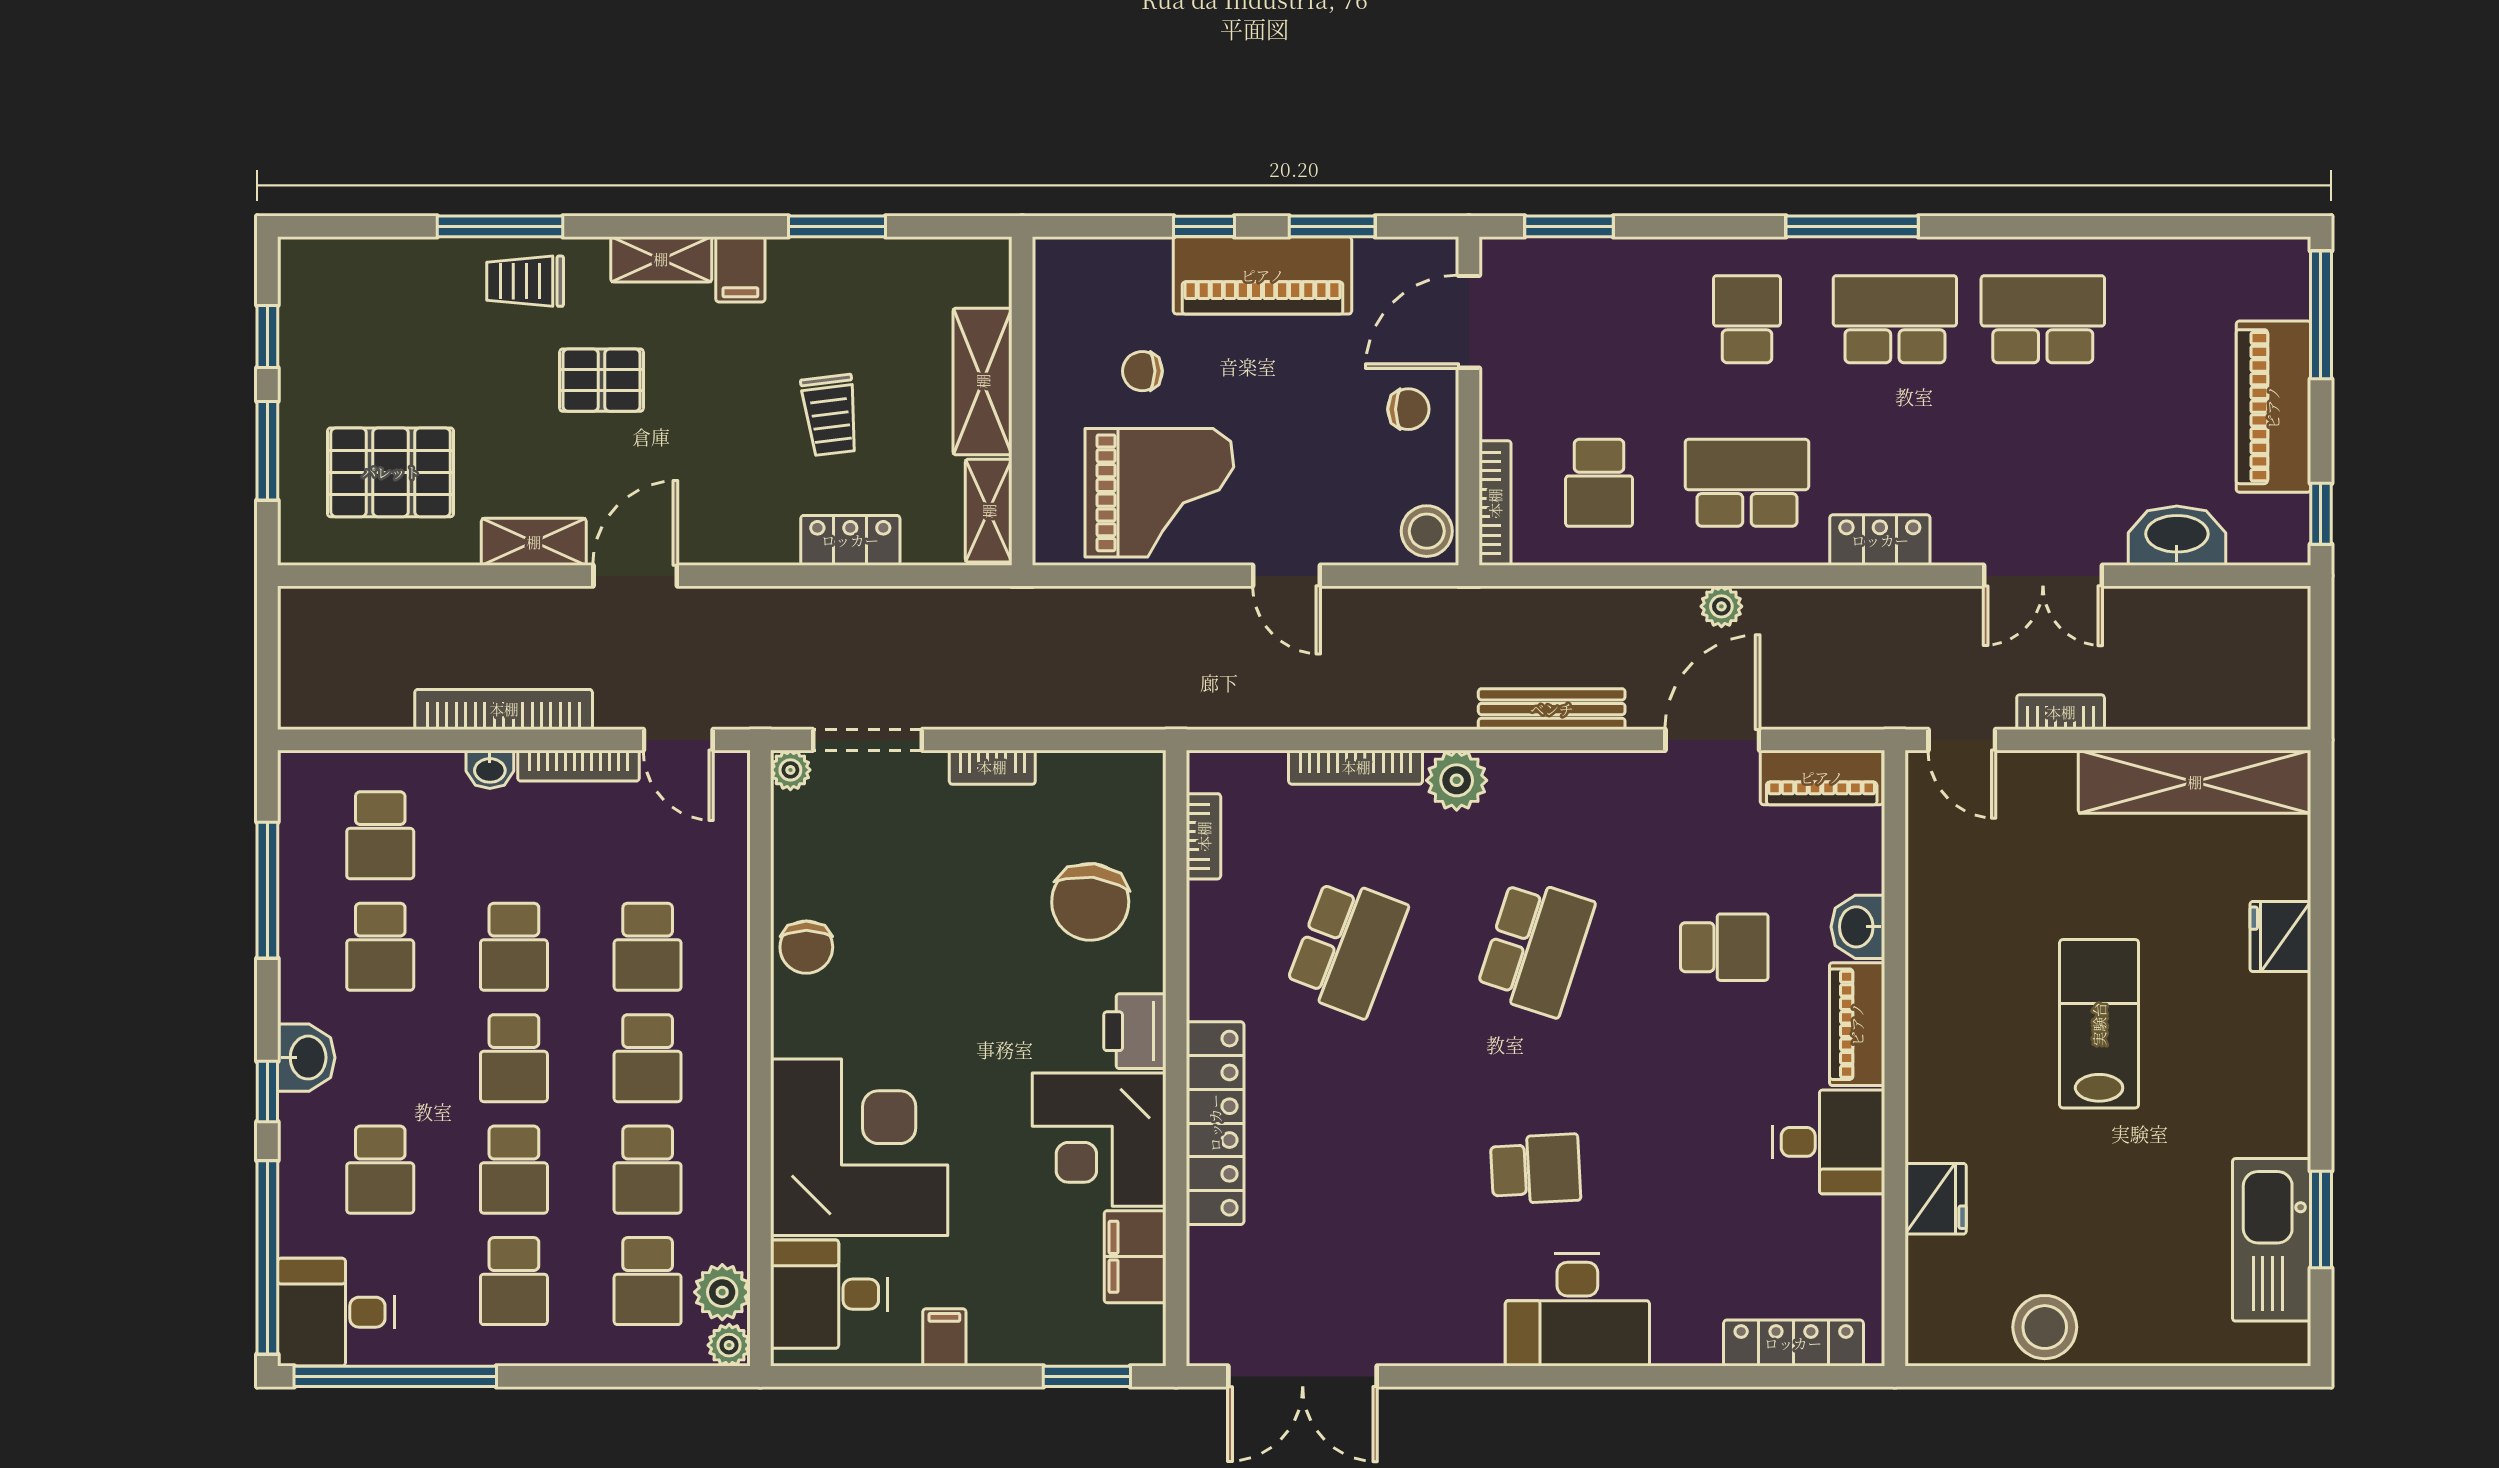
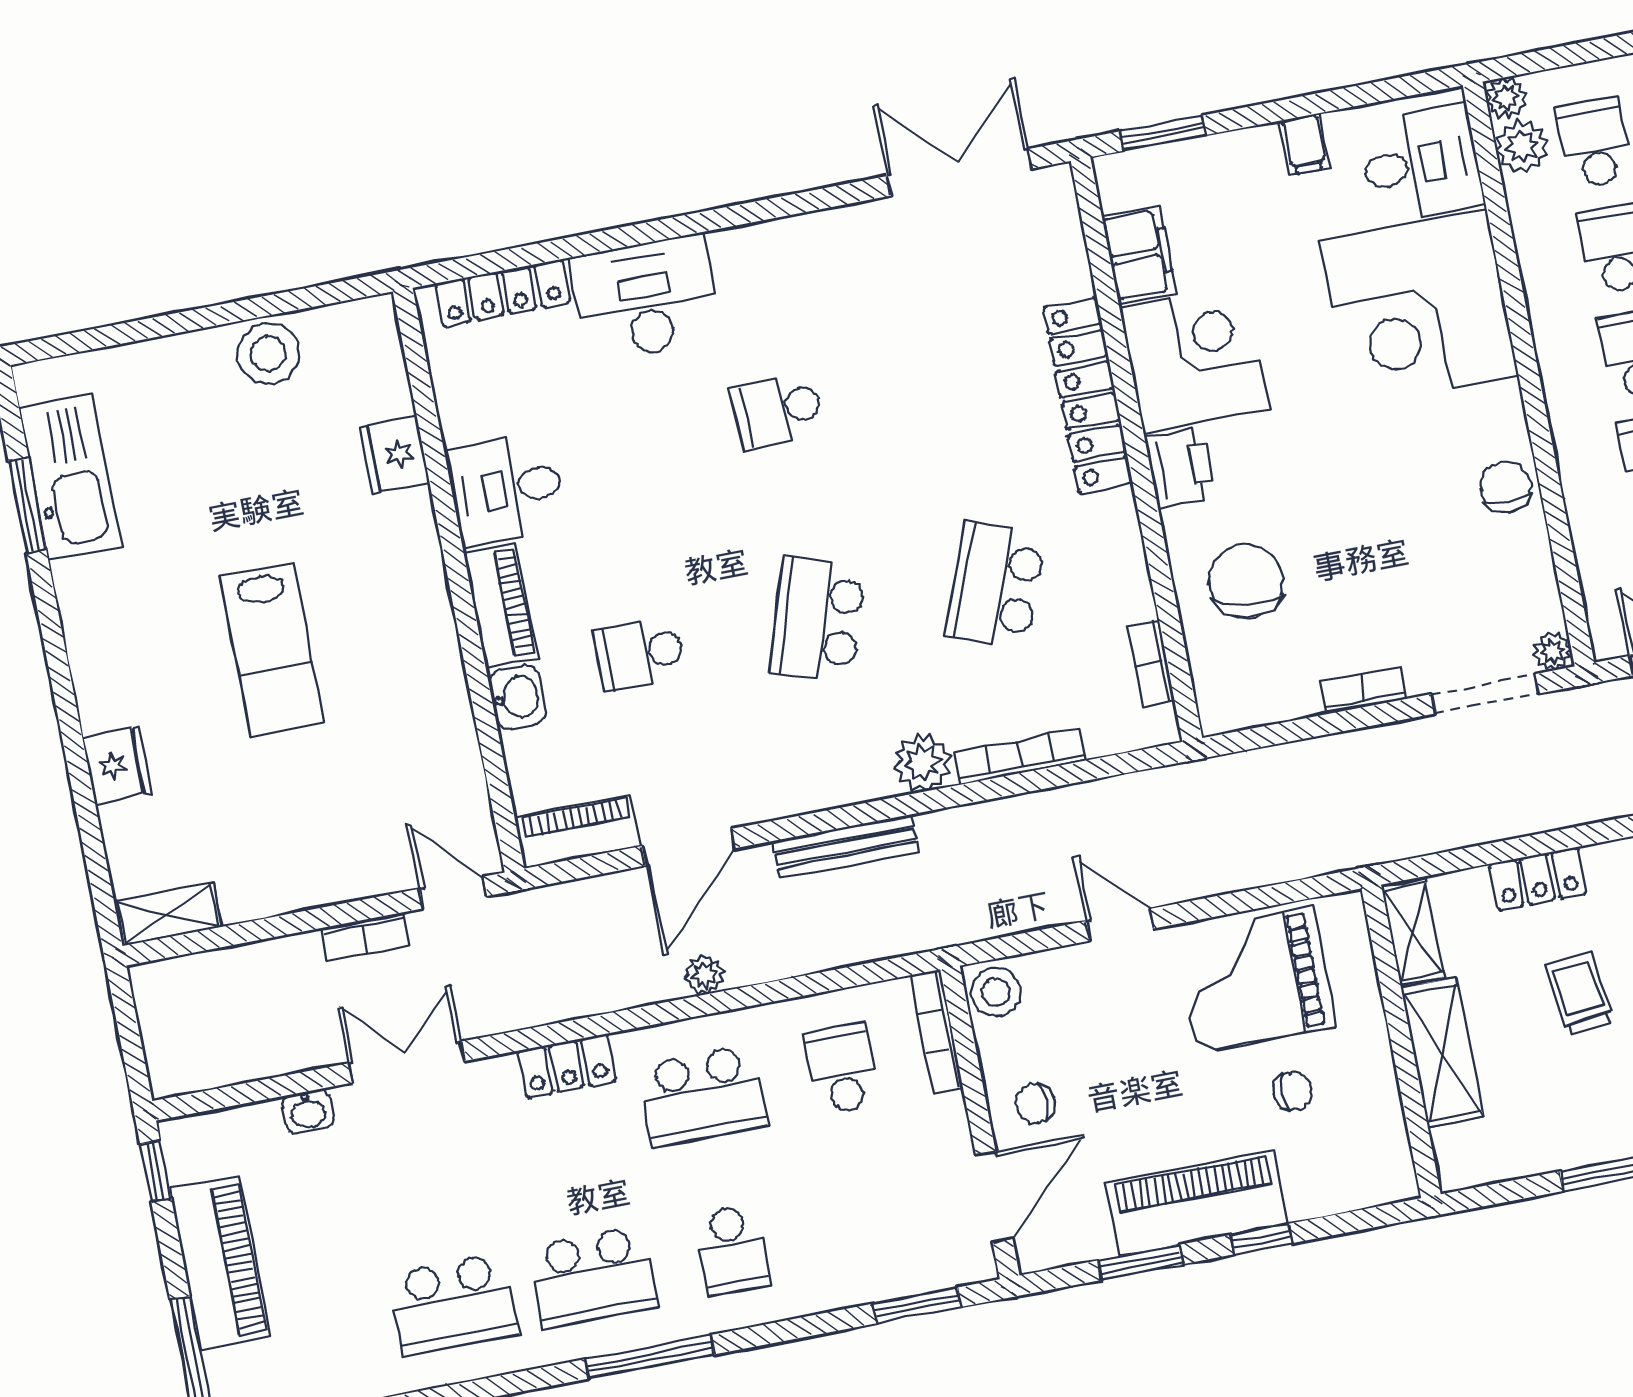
washbasin: (2177, 536) -> (308, 1111), width x0.52, depth x0.69
shelving: (2195, 782) -> (168, 914), width x0.45, depth x0.75
desk: (1577, 1310) -> (646, 298), moved

